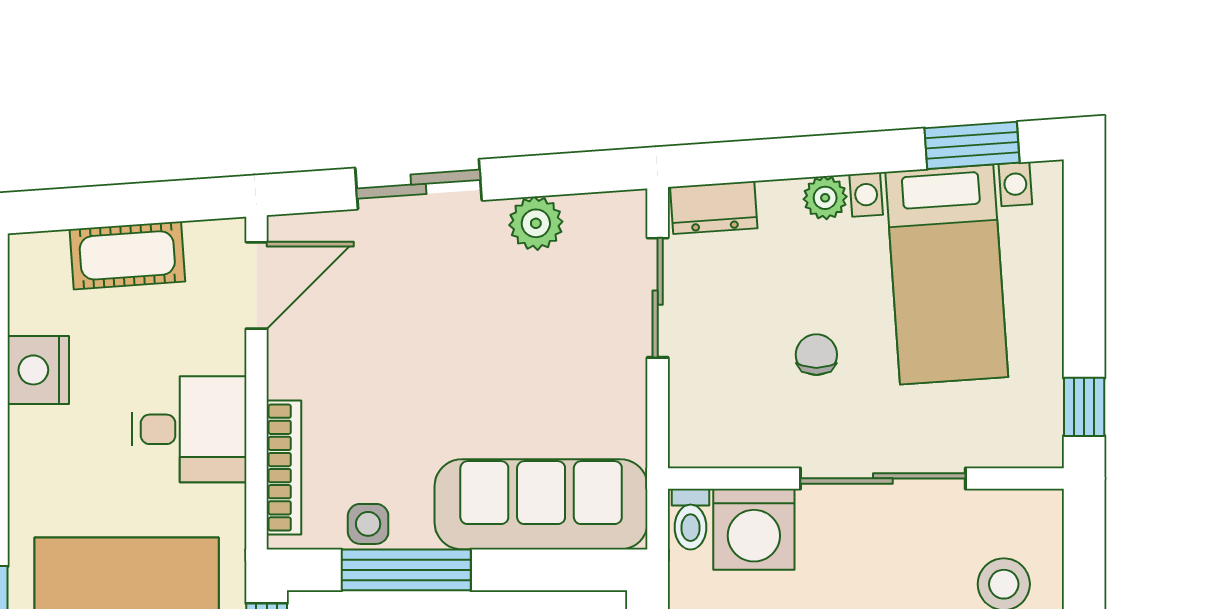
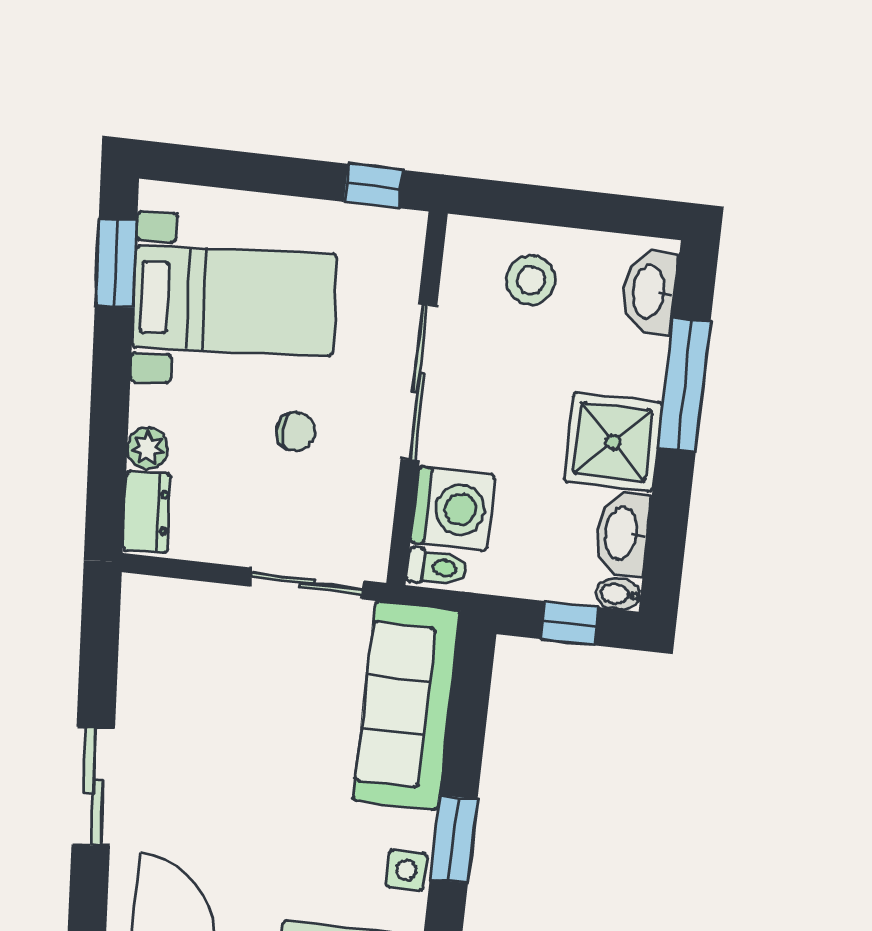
plant: (825, 198) -> (148, 448), moved
plant: (536, 223) -> (142, 681), removed
sliding door: (658, 298) -> (307, 584), moved
chair: (816, 355) -> (296, 431), turned 180
window: (406, 570) -> (454, 839), width x0.69

